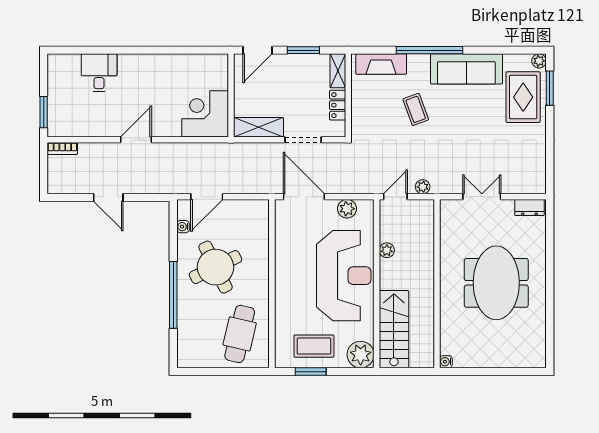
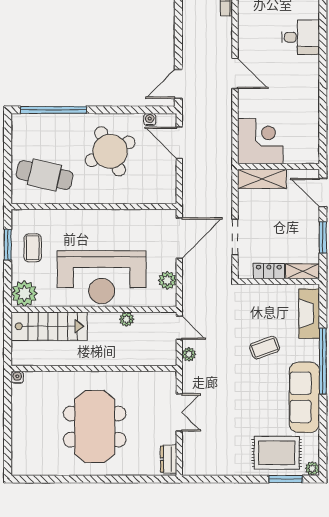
shelving: (258, 127) -> (262, 179), moved, turned 90
door: (108, 197) -> (178, 84), moved
meeting table: (496, 283) -> (95, 427), turned 90
window: (173, 295) -> (54, 110), moved
coffee table: (314, 346) -> (33, 248), width x0.73, depth x0.77

